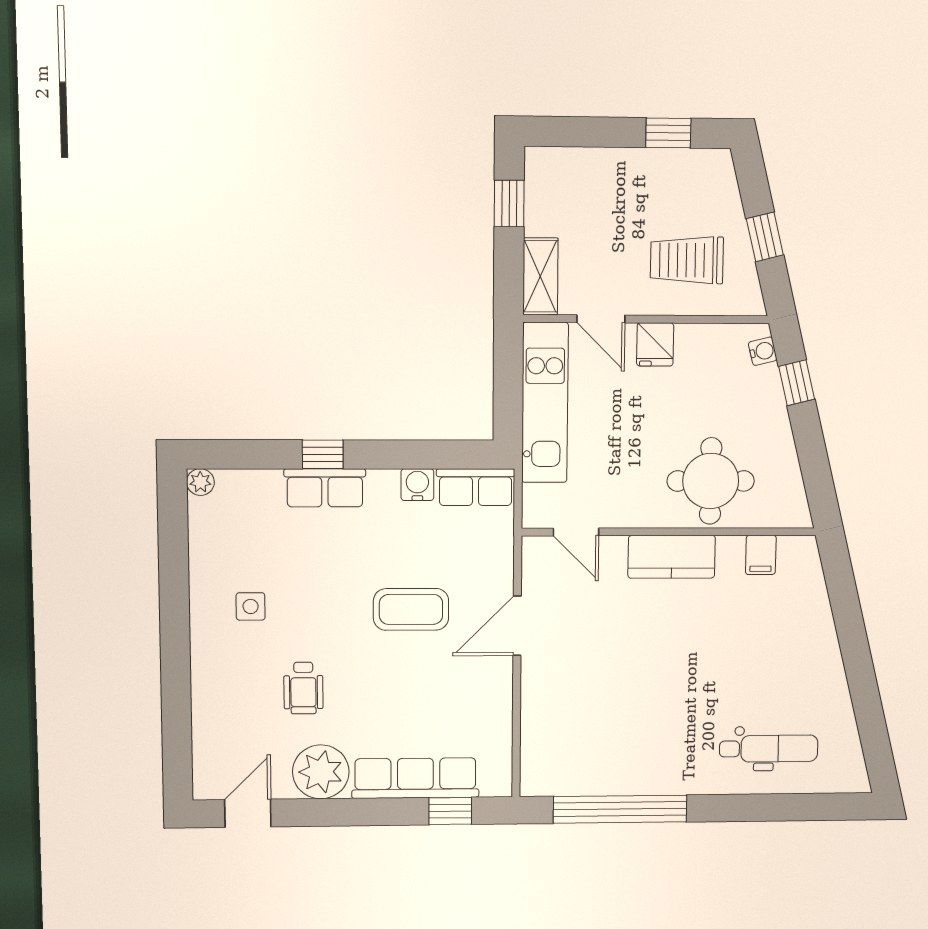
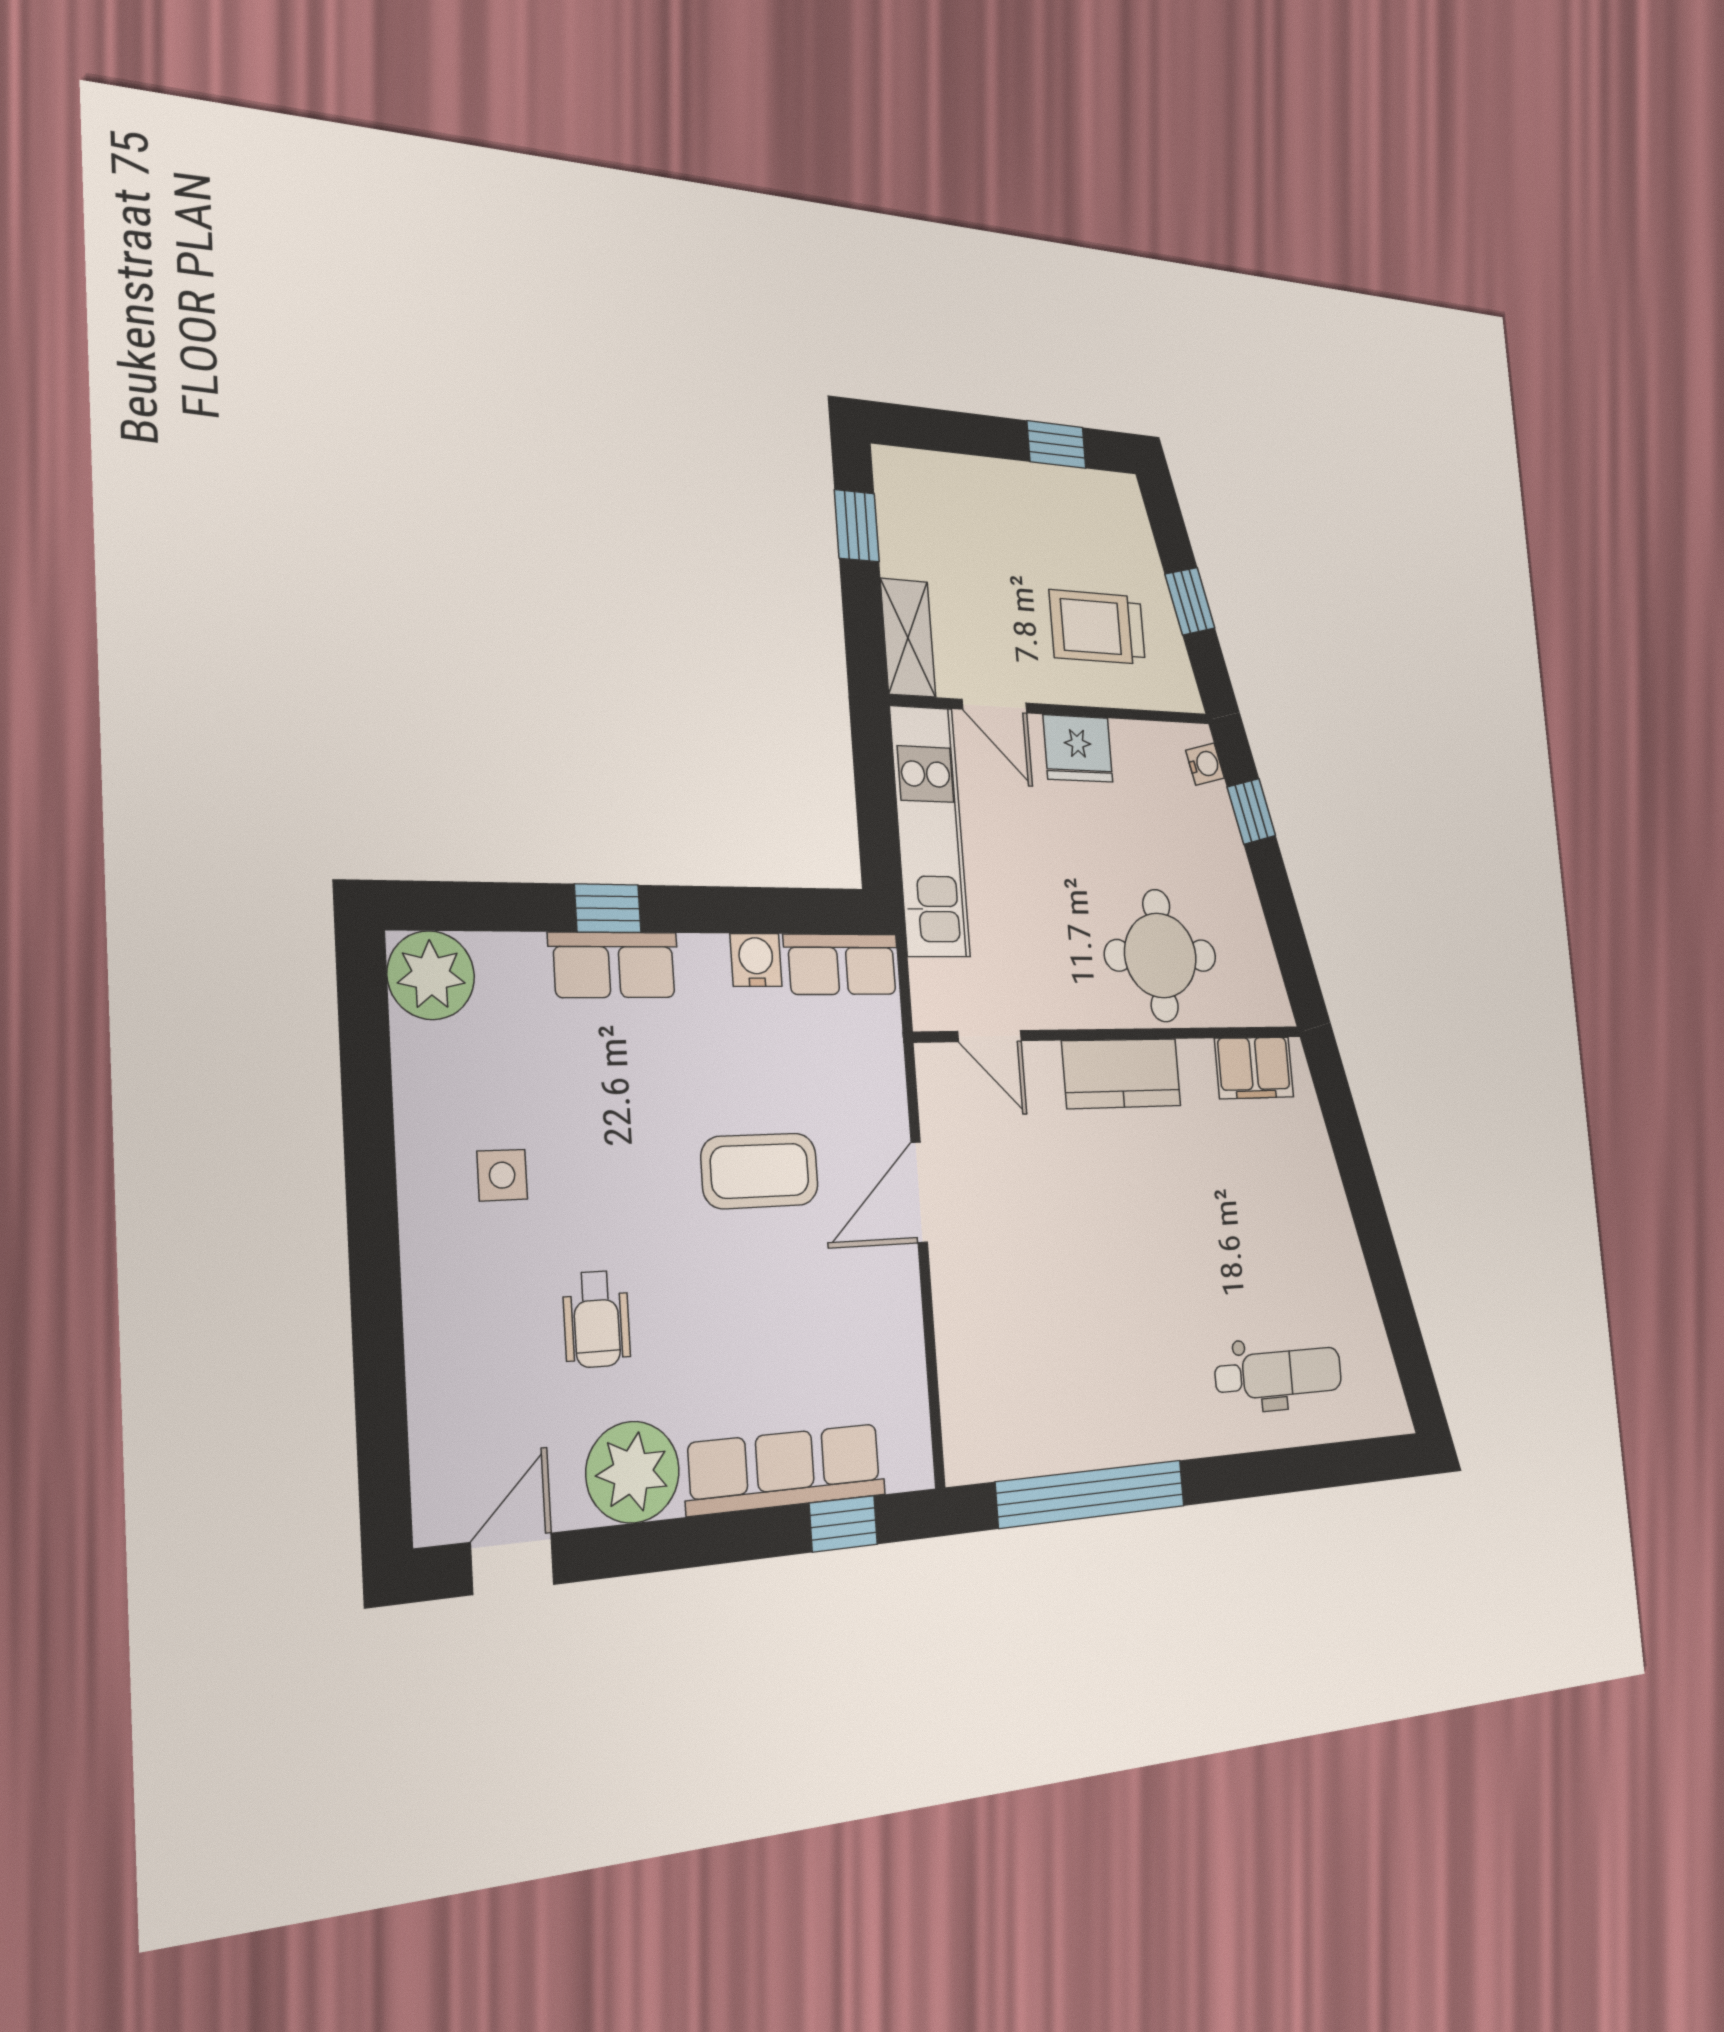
fridge: (655, 344) -> (1078, 749), width x1.38
plant: (200, 482) -> (431, 975), width x1.87, depth x1.87
filing cabinet: (761, 555) -> (1254, 1068), width x2.00

